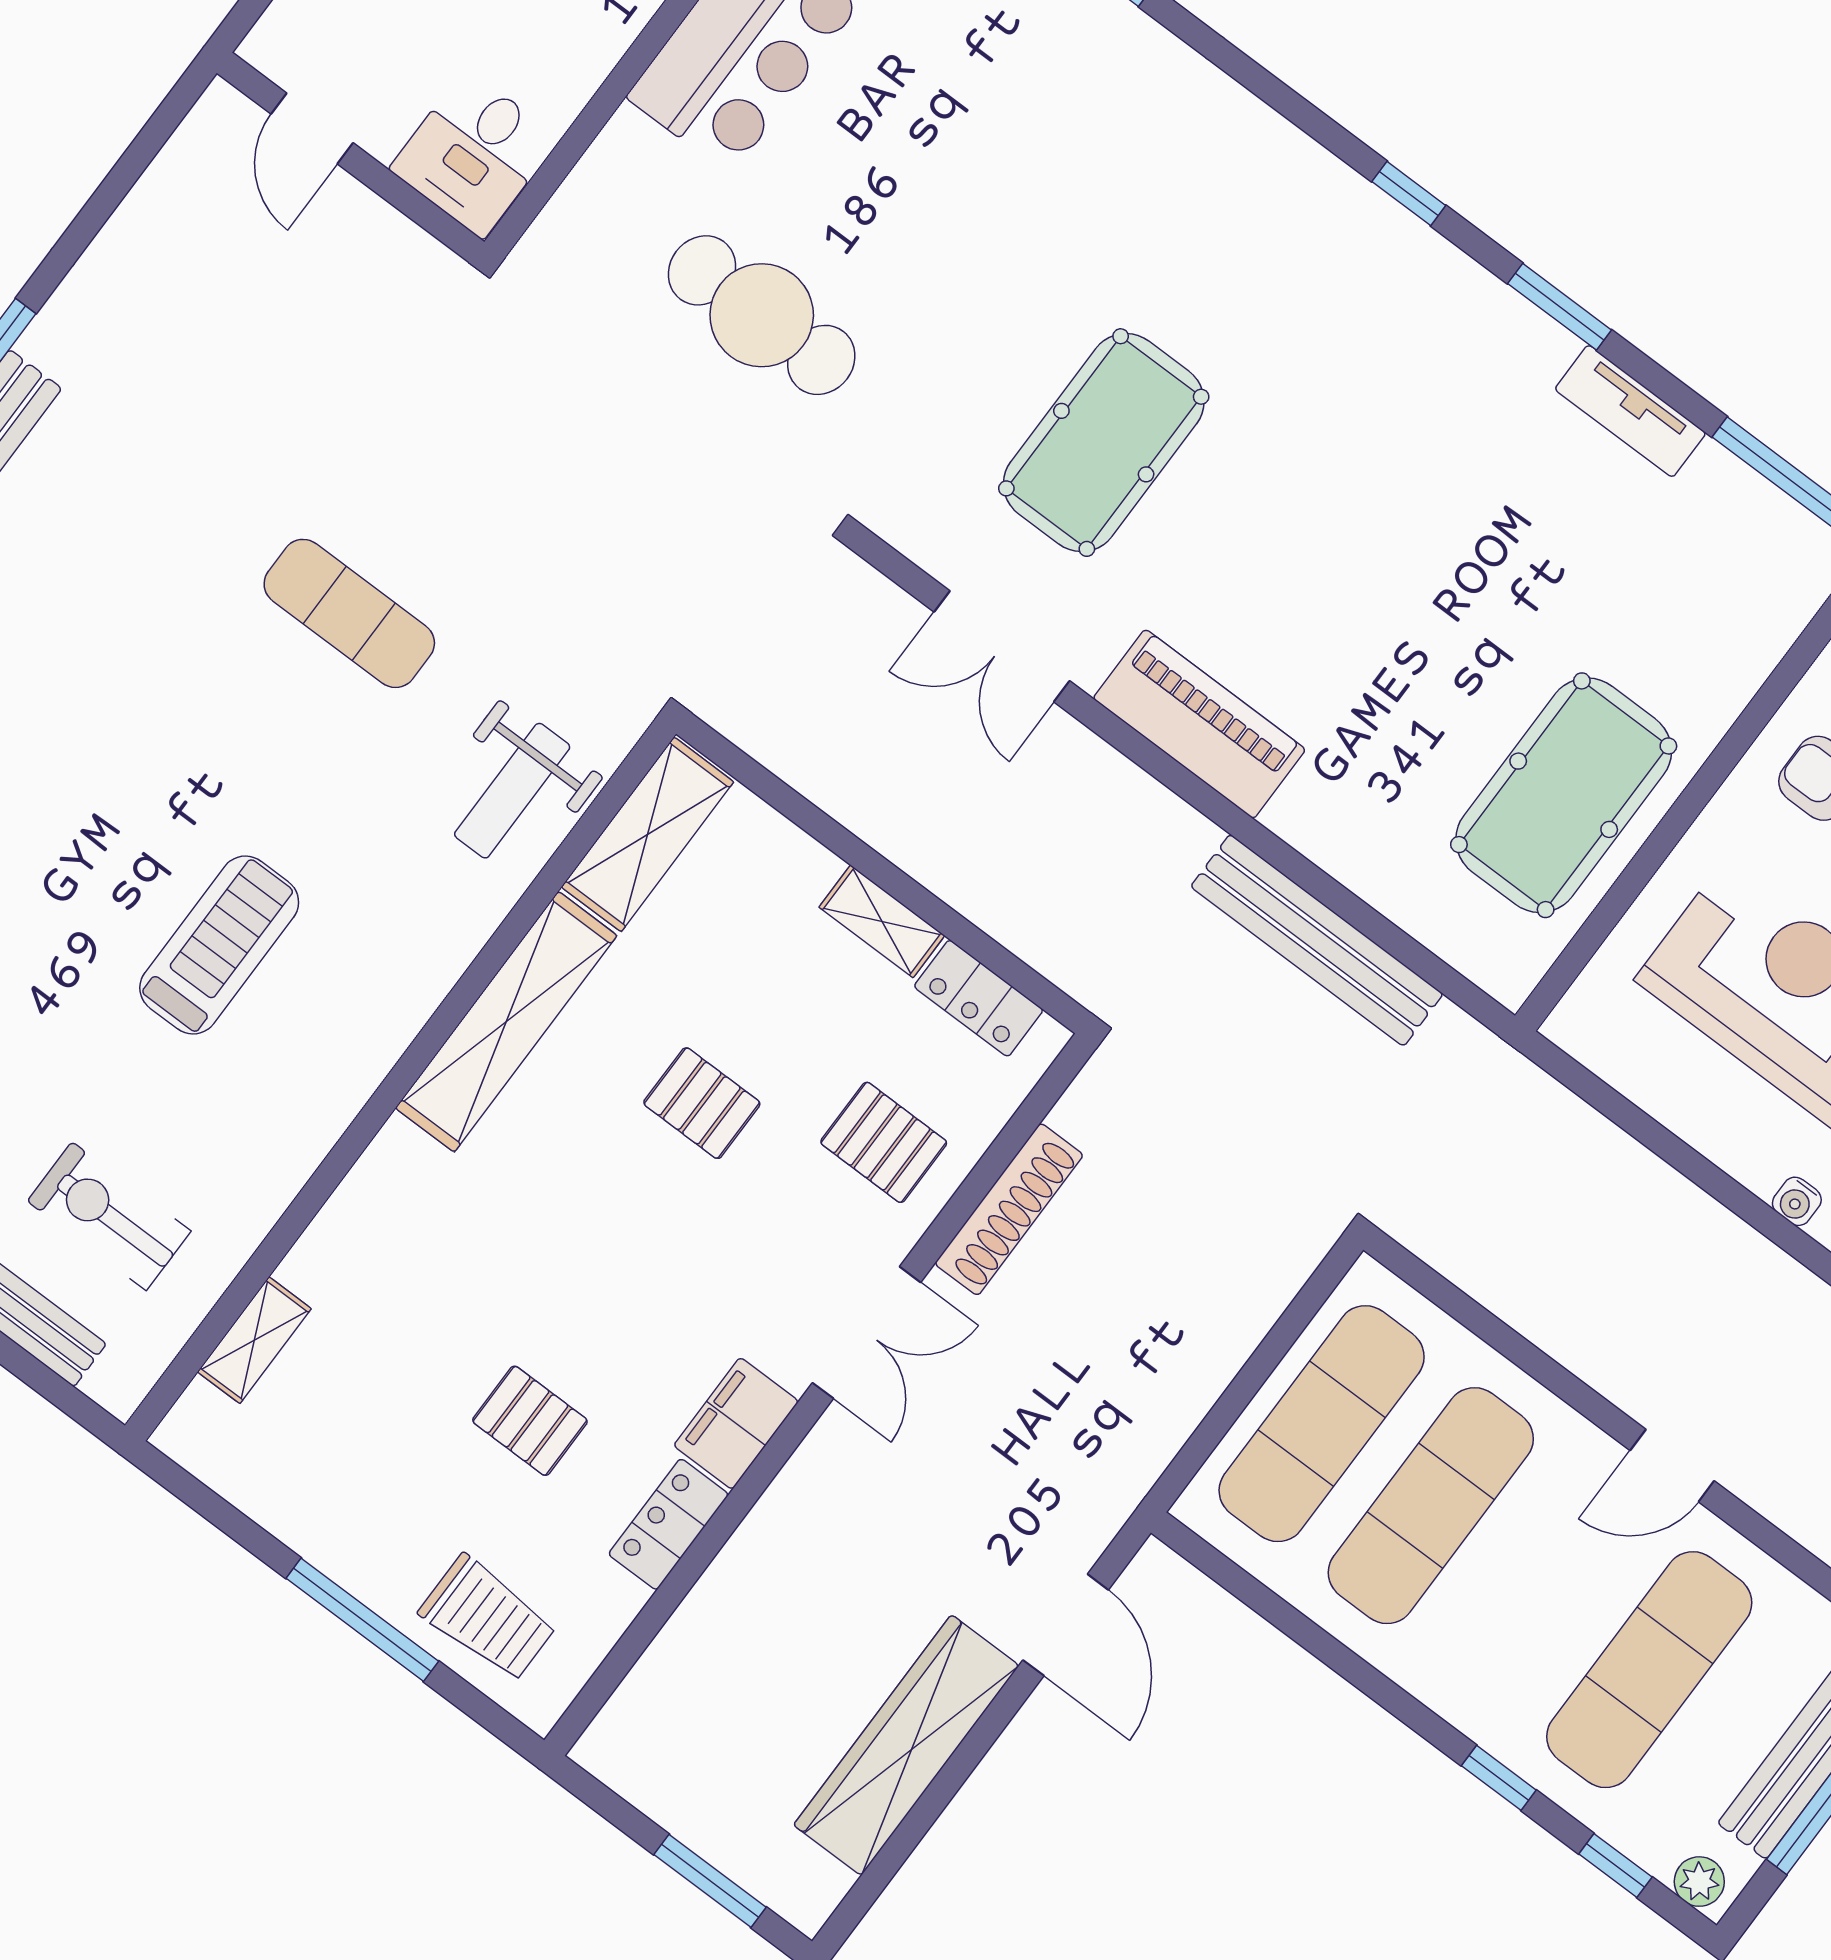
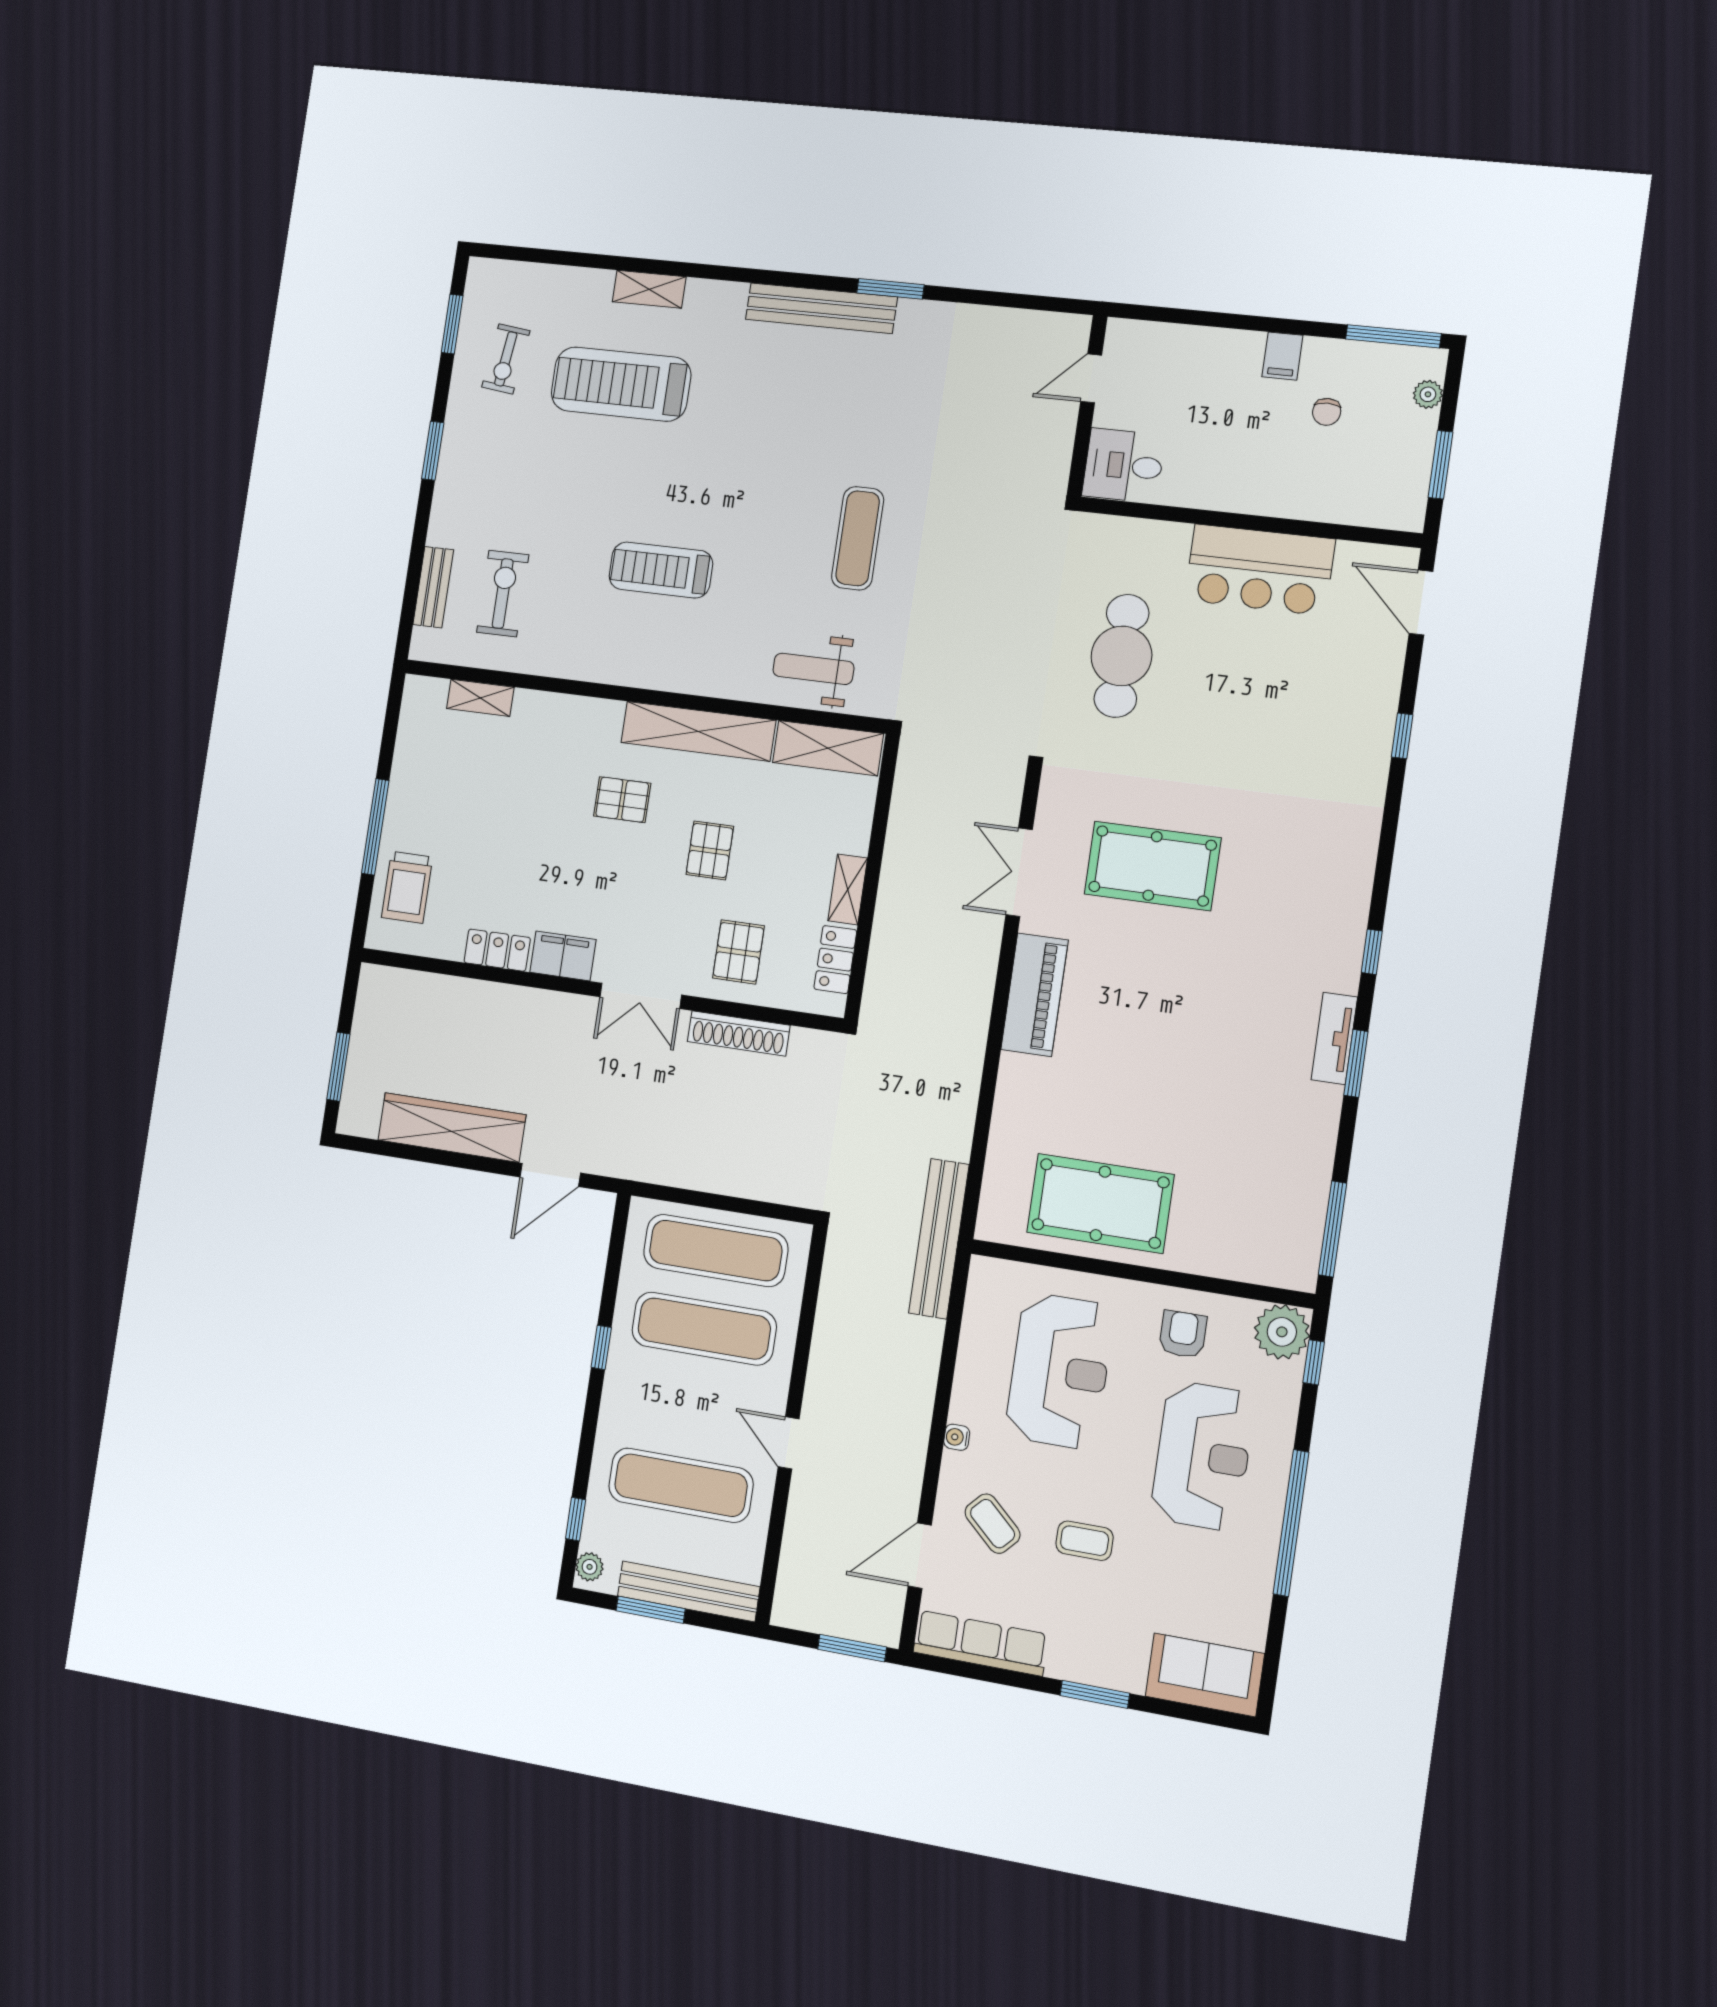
tv unit: (1630, 411) -> (1334, 1038), moved
bench: (1317, 940) -> (939, 1239), moved
treadmill: (219, 945) -> (661, 570), turned 180
pallet: (530, 1421) -> (622, 800), moved, turned 90
window: (1499, 1778) -> (601, 1347), moved

